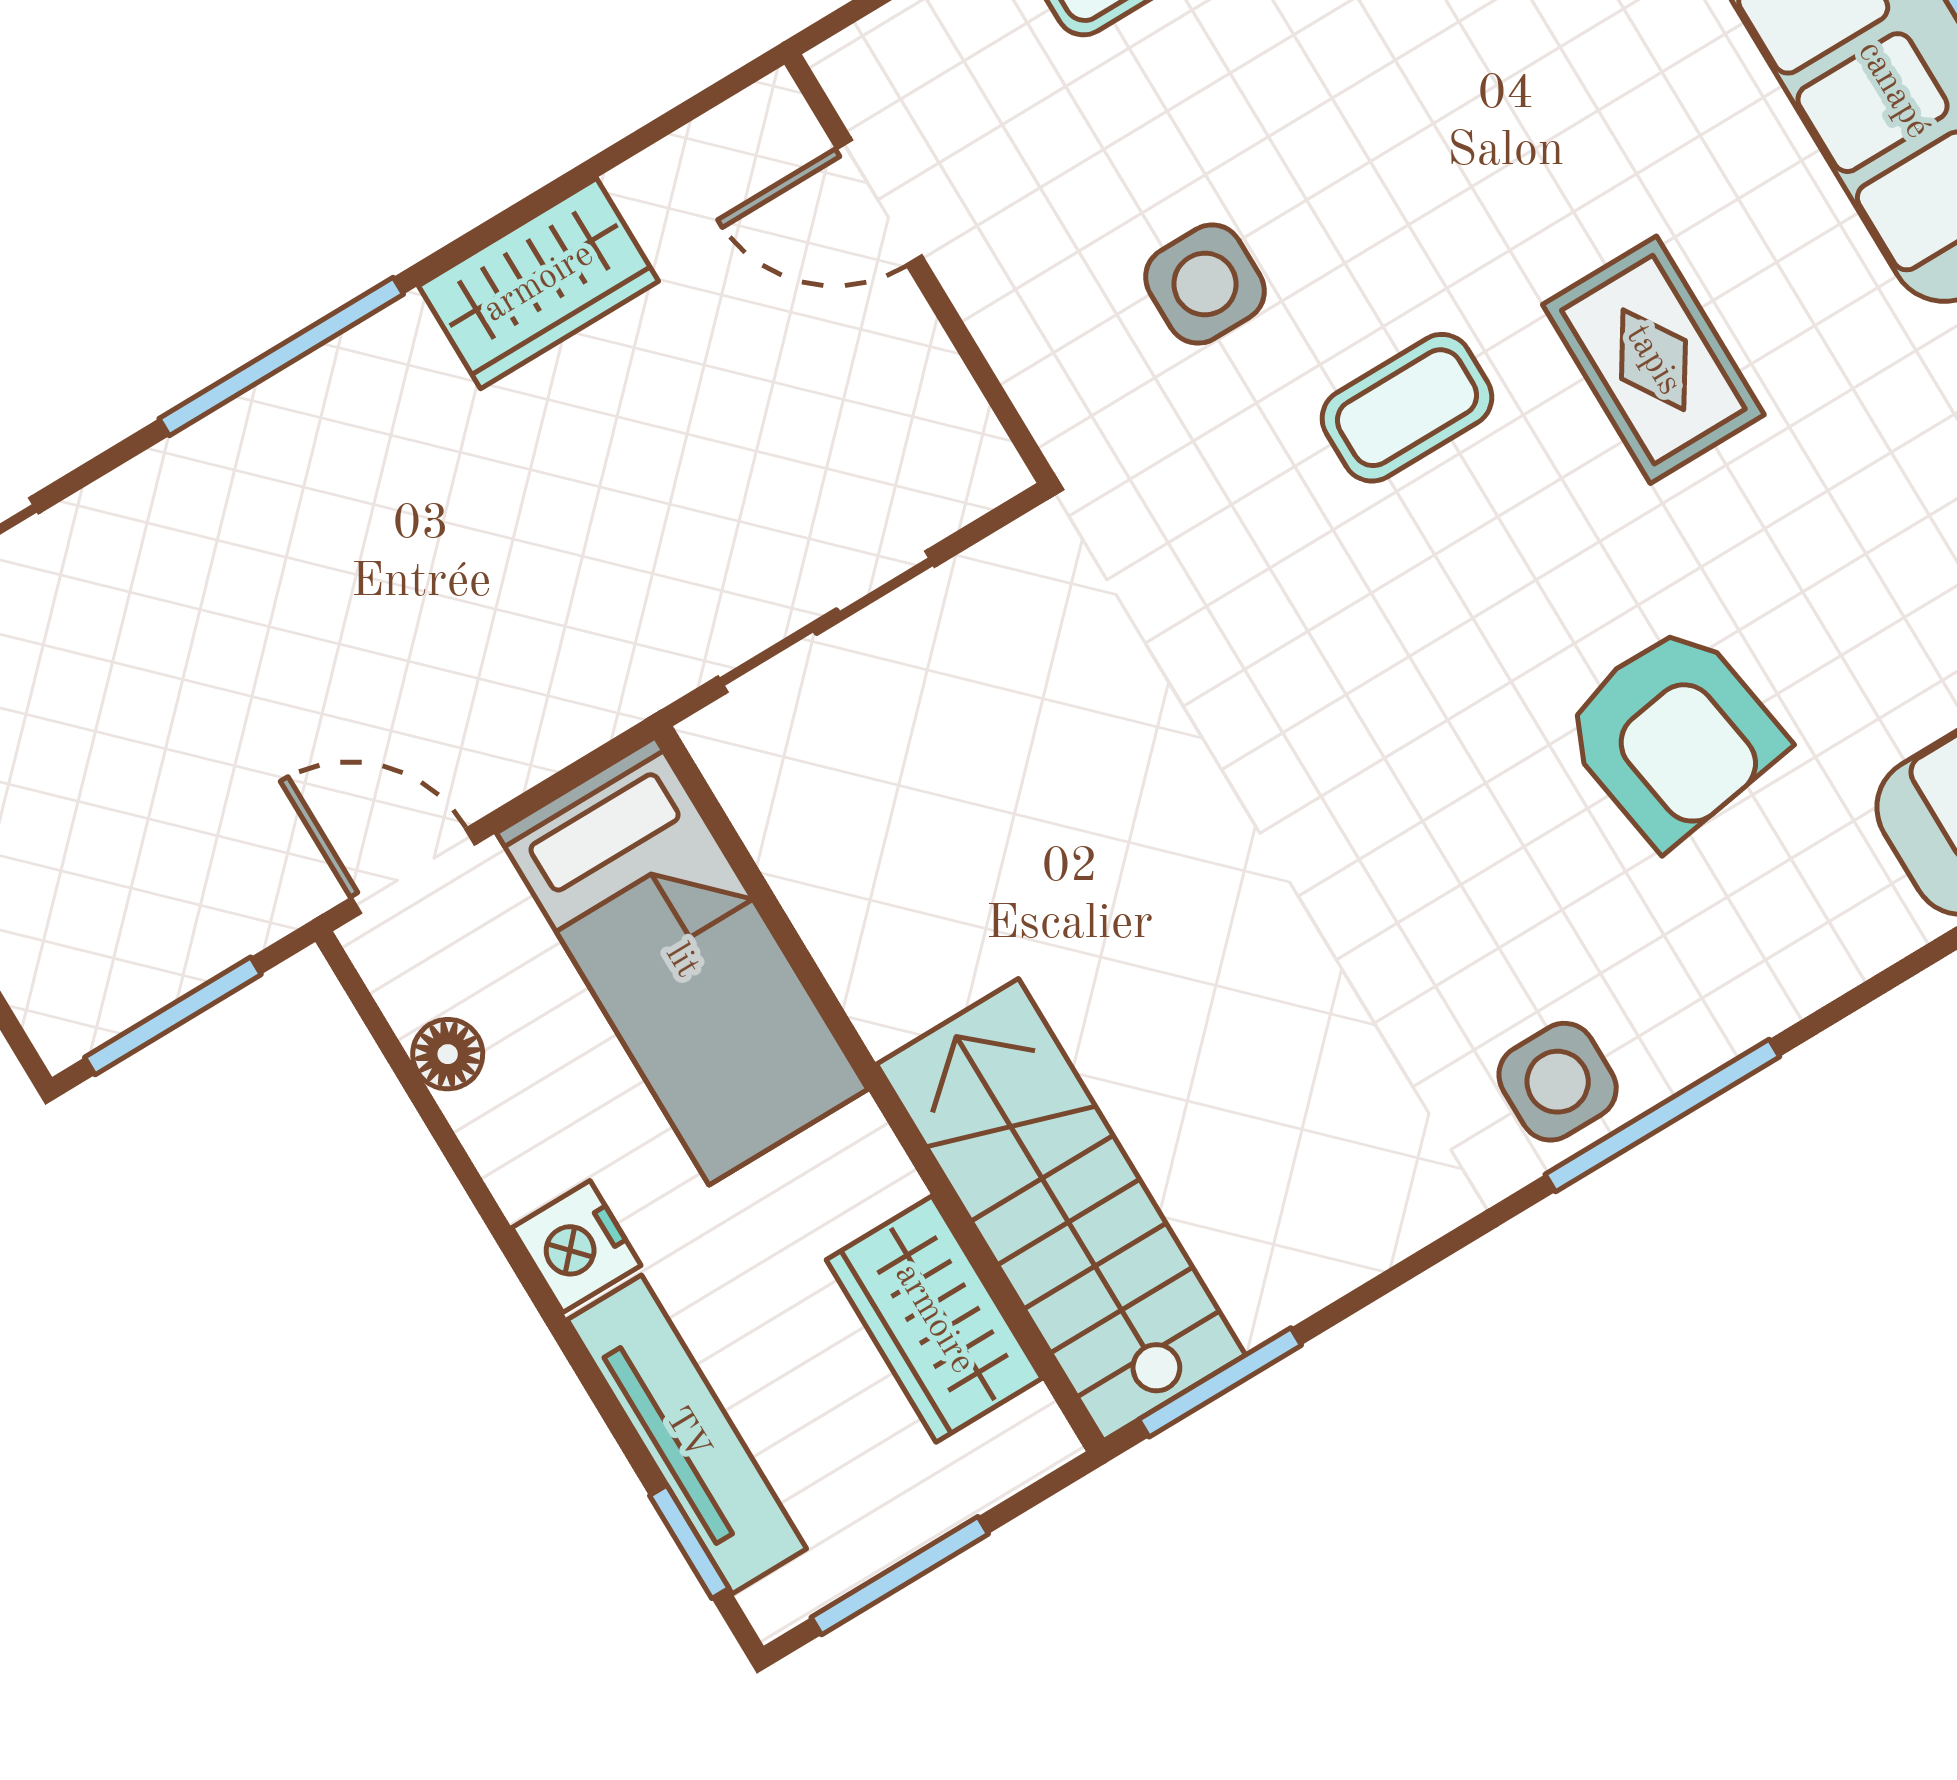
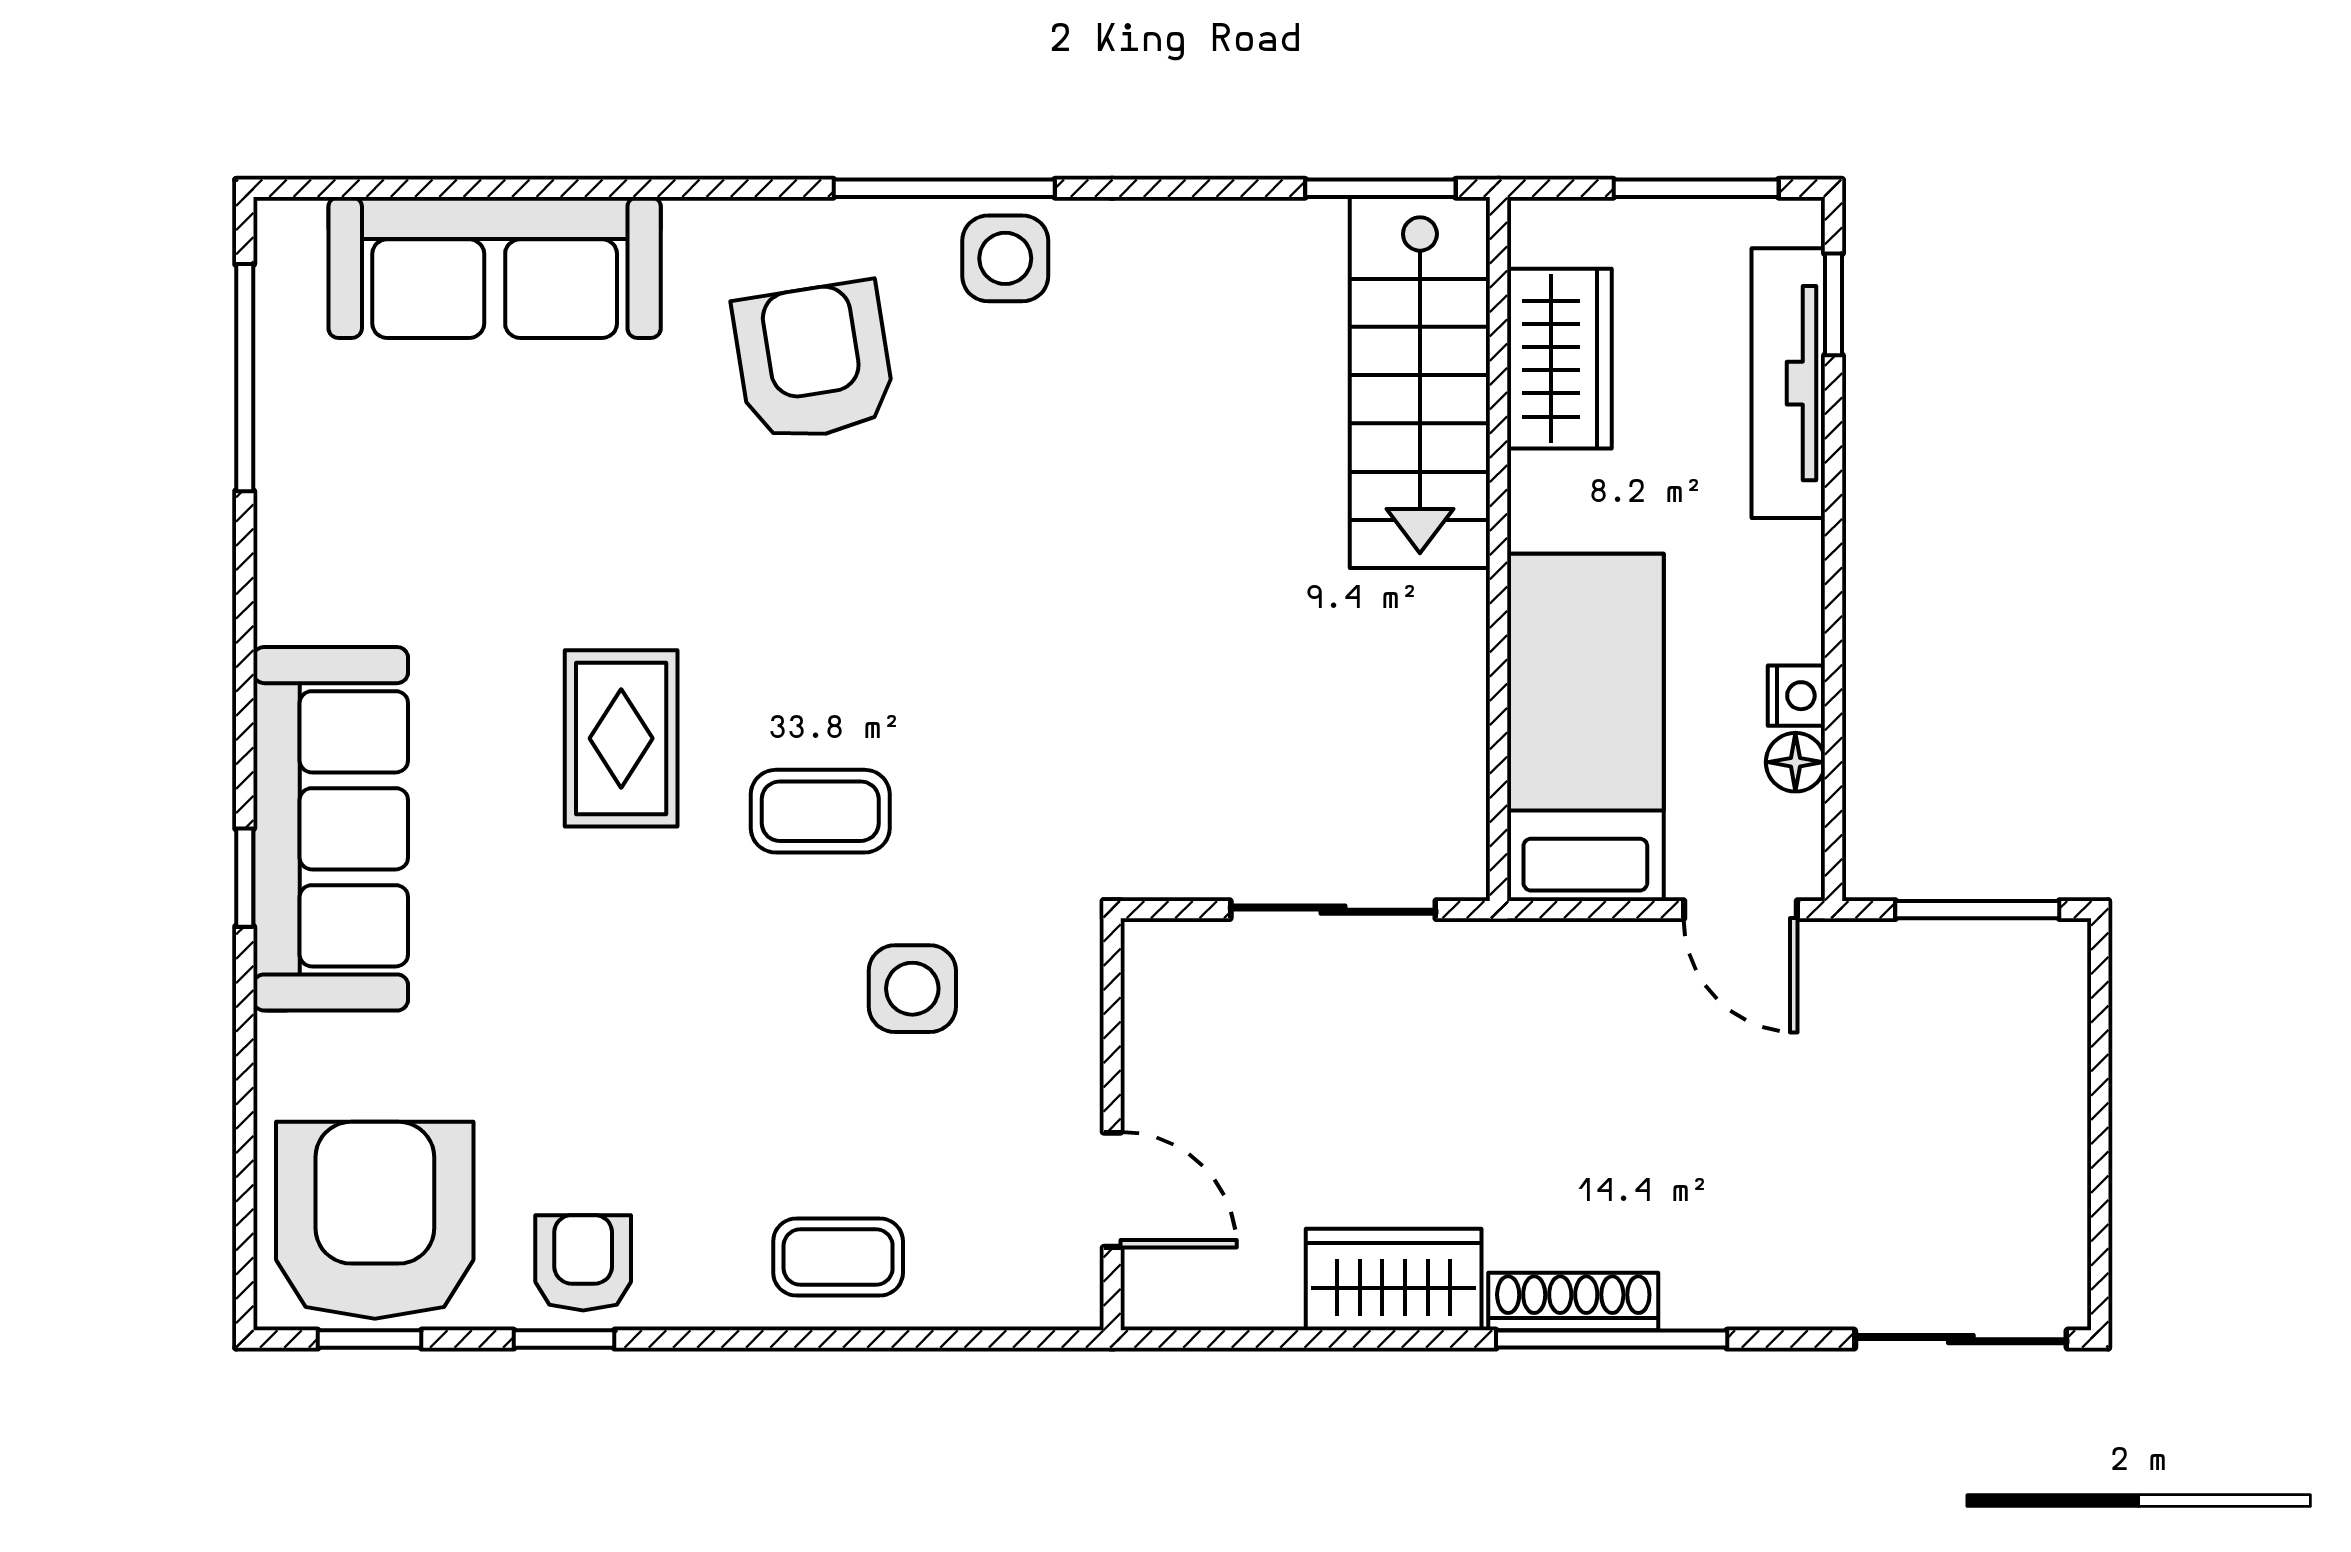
shoe rack: (343, 371) -> (1573, 1302), added
armchair: (1673, 734) -> (814, 362), moved
nightstand: (576, 1247) -> (1796, 696), moved, width x0.72, depth x0.74

